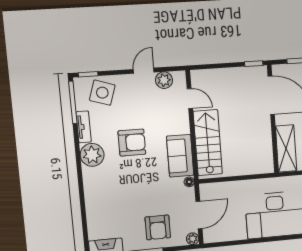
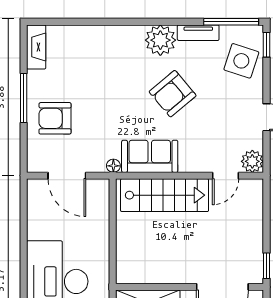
plant: (164, 80) -> (252, 161), moved
armchair: (132, 143) -> (173, 94), turned 50
plant: (193, 239) -> (35, 164), removed

